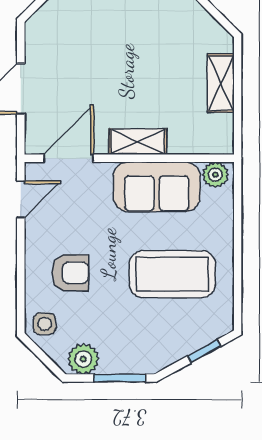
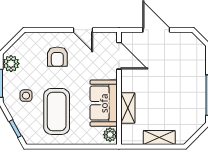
shelving: (138, 142) -> (128, 108), moved
door: (21, 199) -> (83, 30), moved
side table: (45, 324) -> (26, 96), moved

